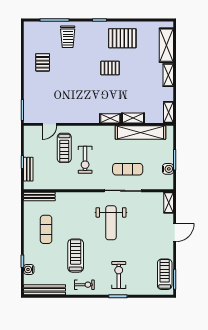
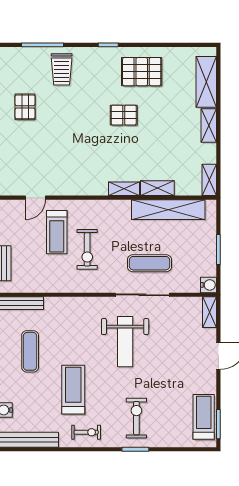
water cooler: (168, 169) -> (209, 285), moved

